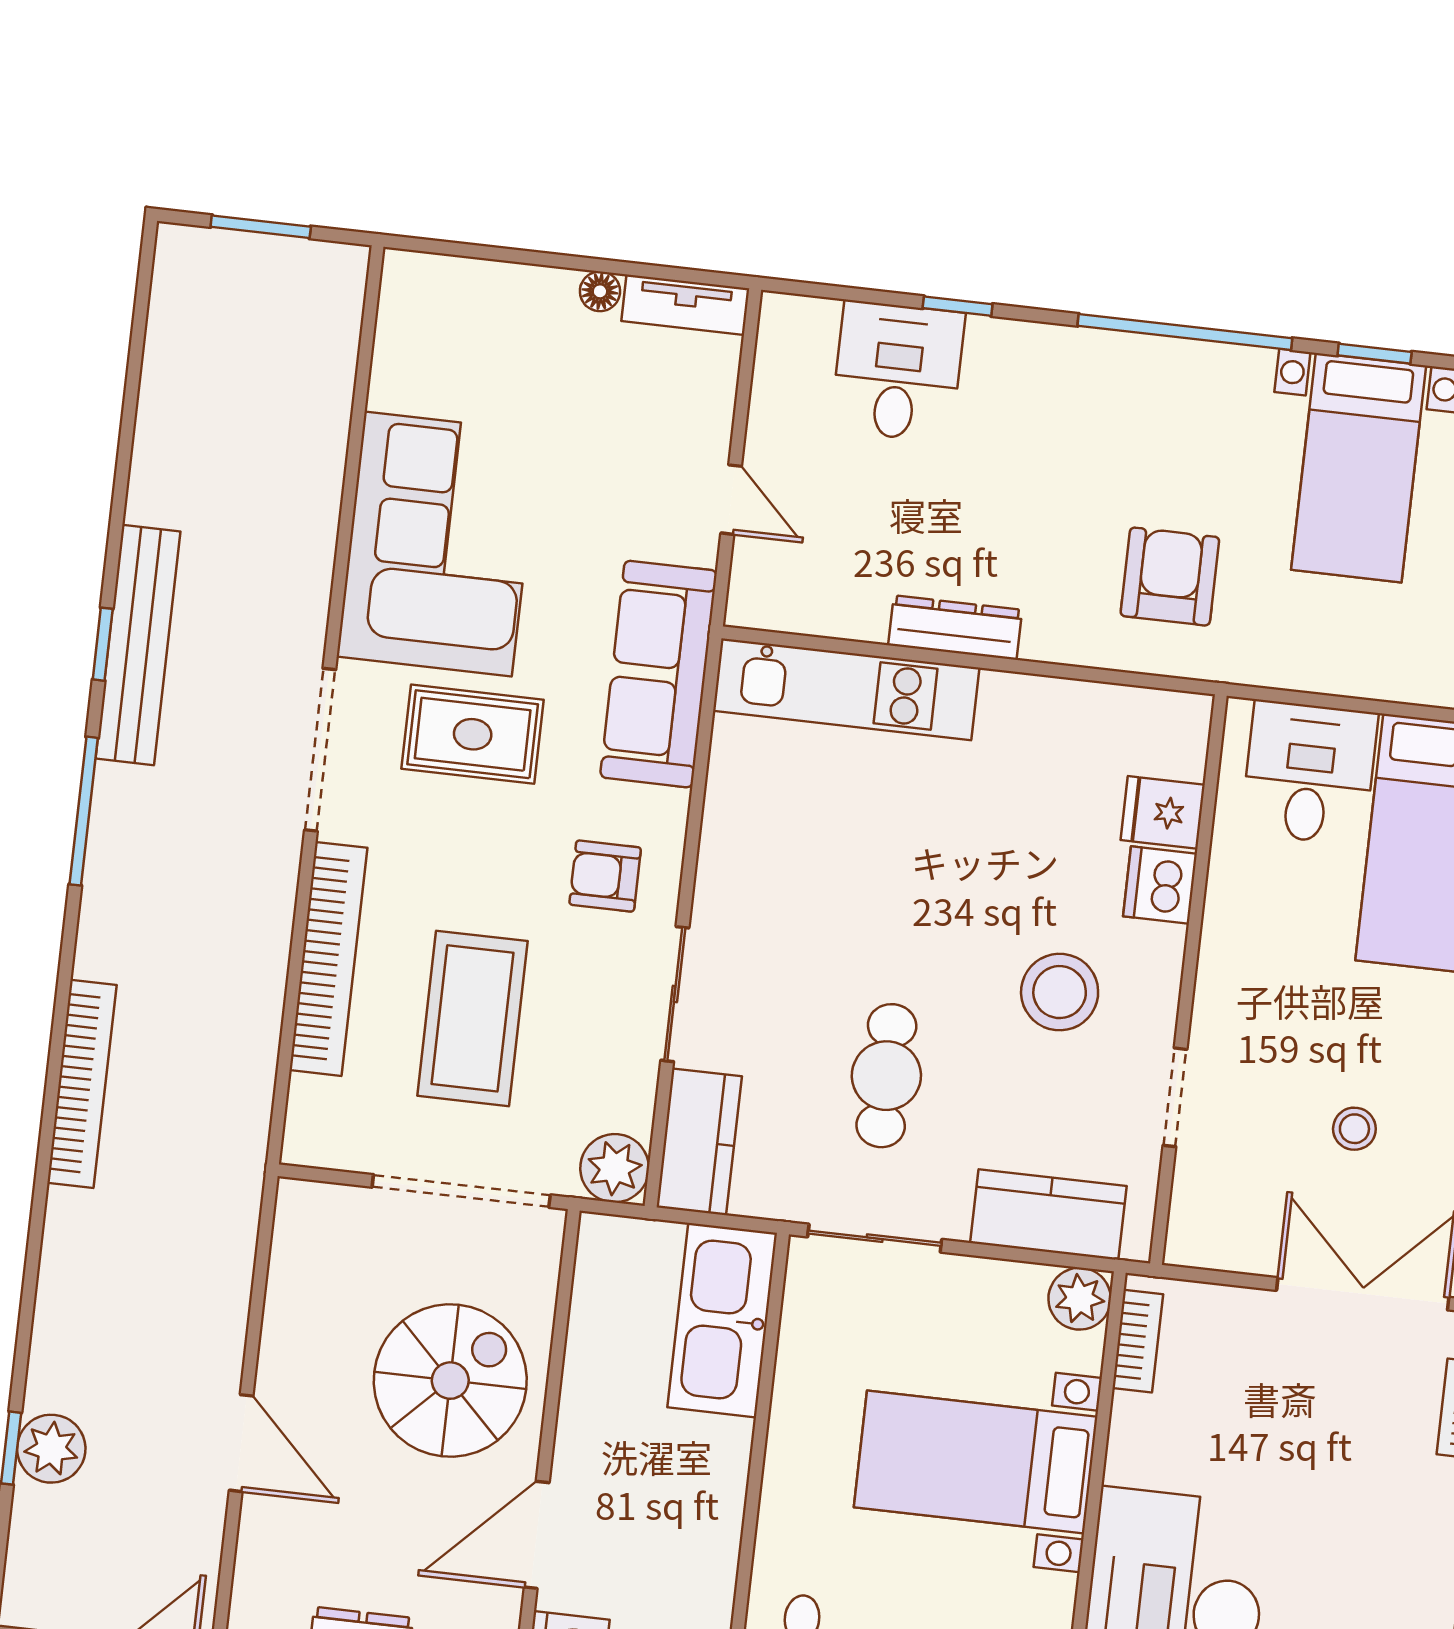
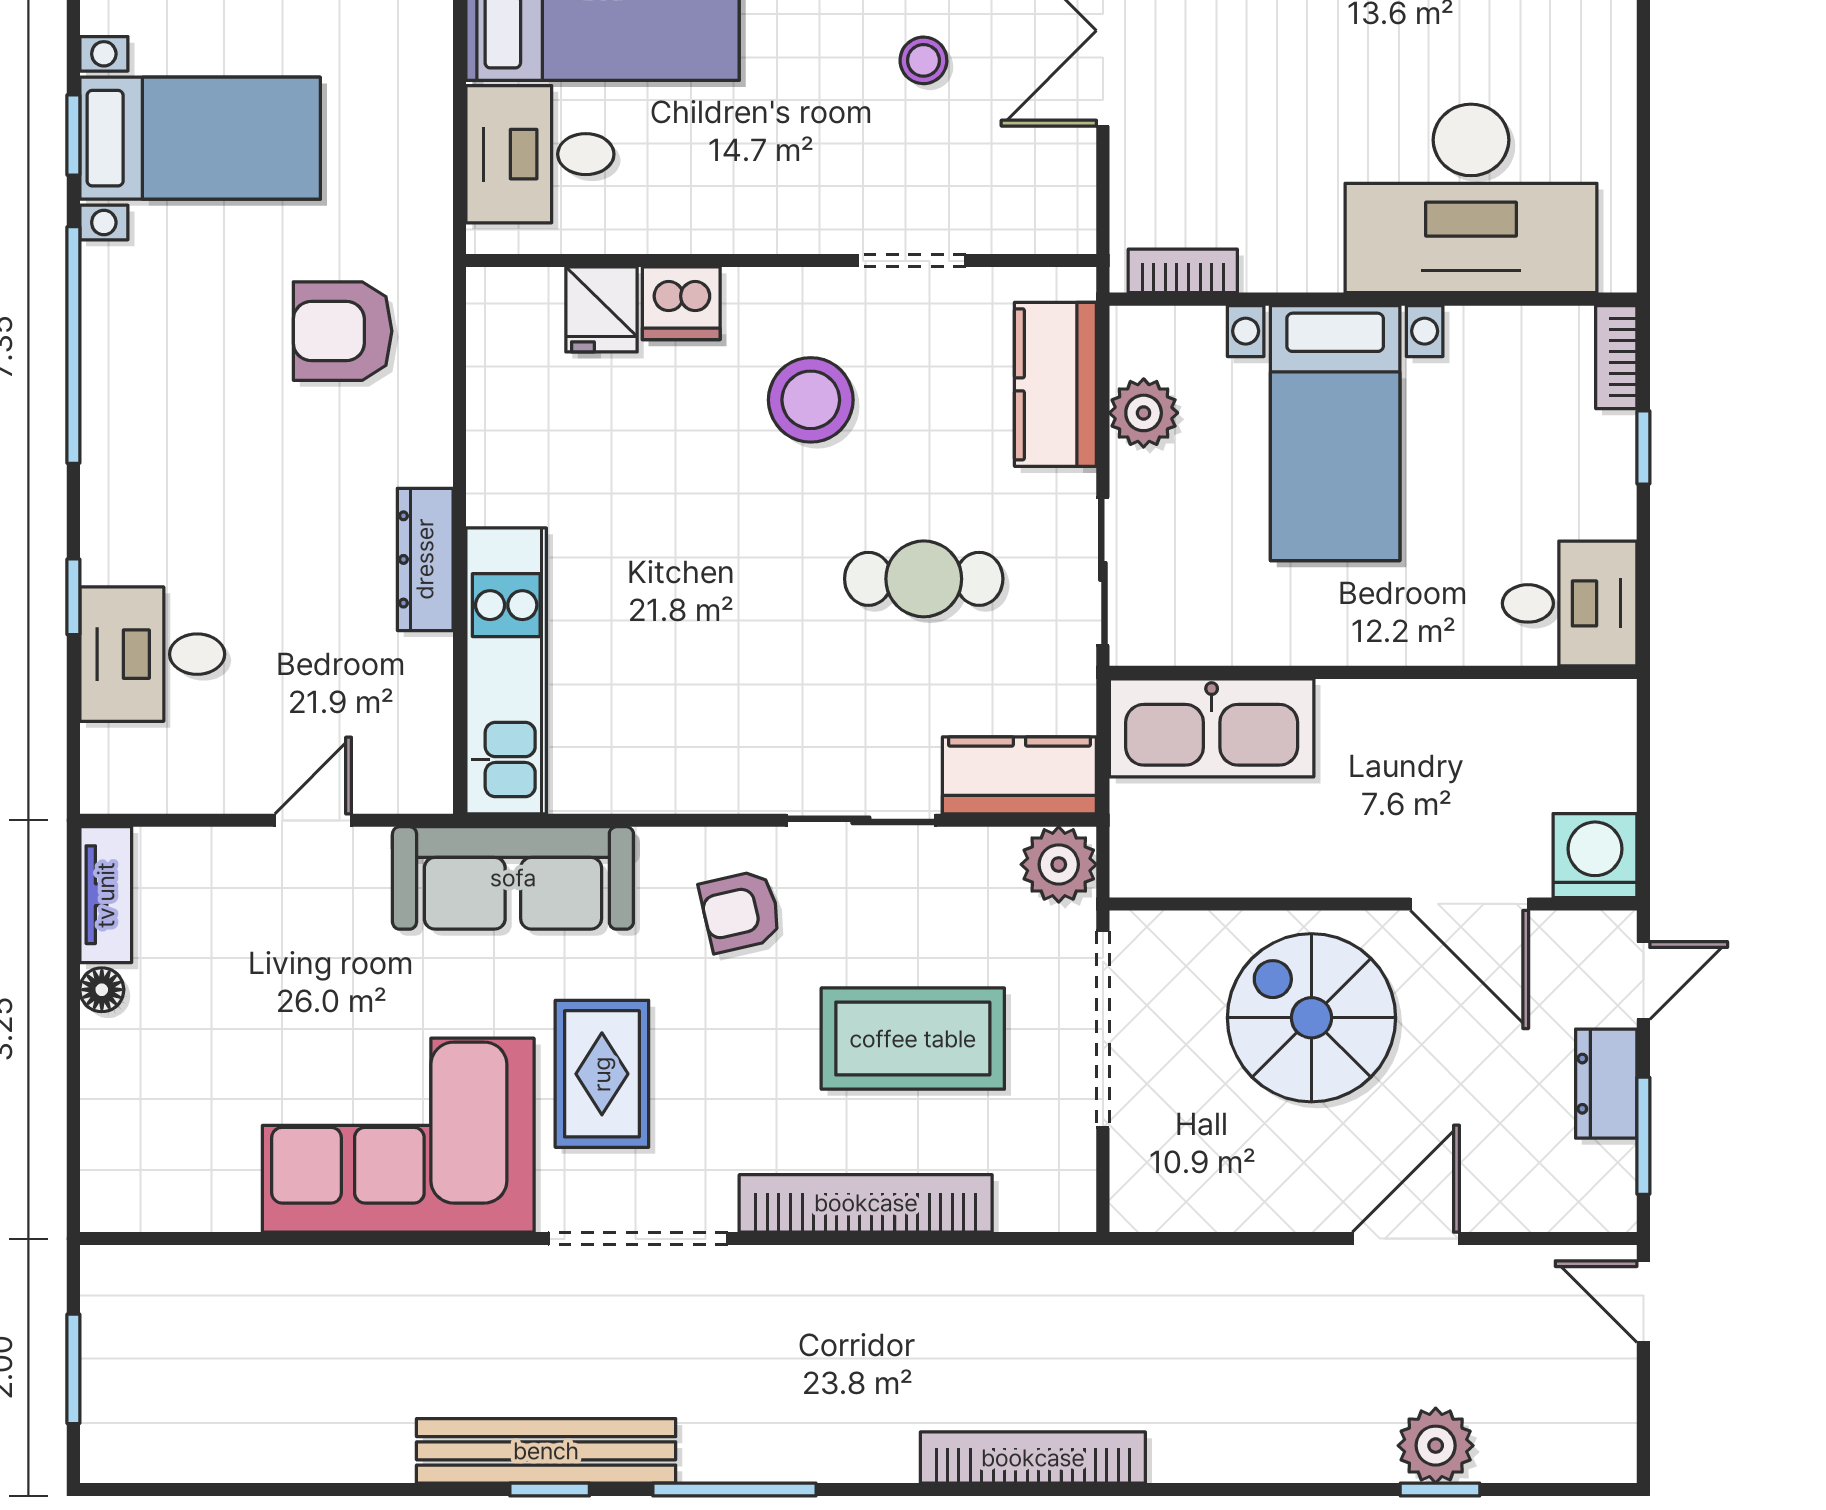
armchair: (605, 876) -> (741, 911), turned 77
plant: (1080, 1299) -> (1144, 413), moved

